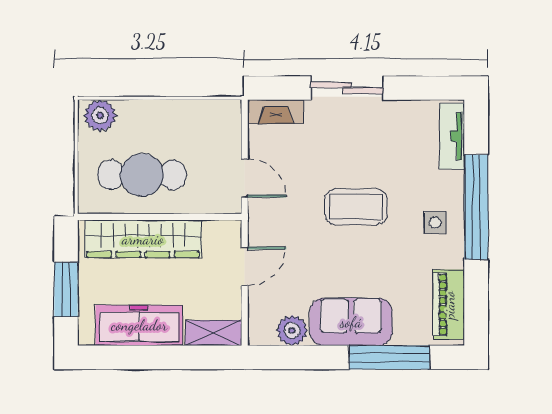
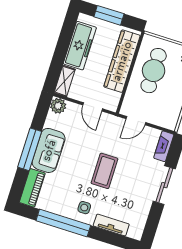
tv unit: (452, 136) -> (111, 225), moved
window: (476, 207) -> (63, 223), moved
piano: (449, 305) -> (32, 188), moved, turned 90
plant: (292, 330) -> (58, 106), moved
window: (389, 357) -> (30, 149), moved

